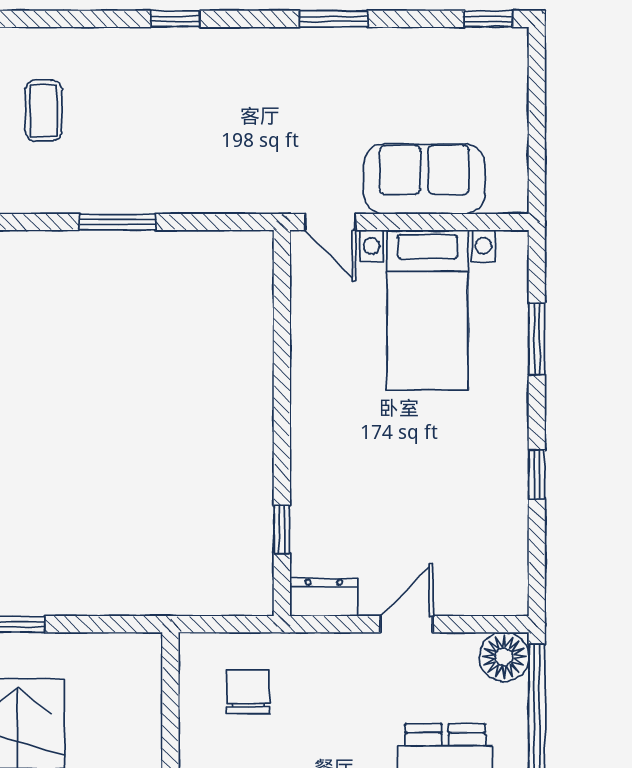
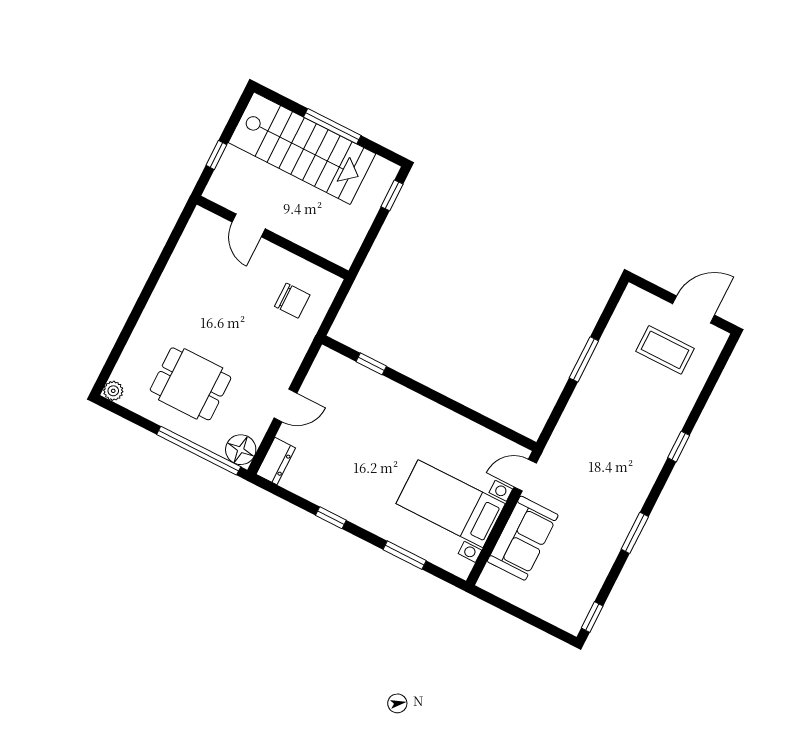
coffee table: (43, 111) -> (665, 350), width x1.36, depth x1.30
dresser: (324, 597) -> (276, 461), moved
door: (406, 624) -> (285, 406), hinge flipped

